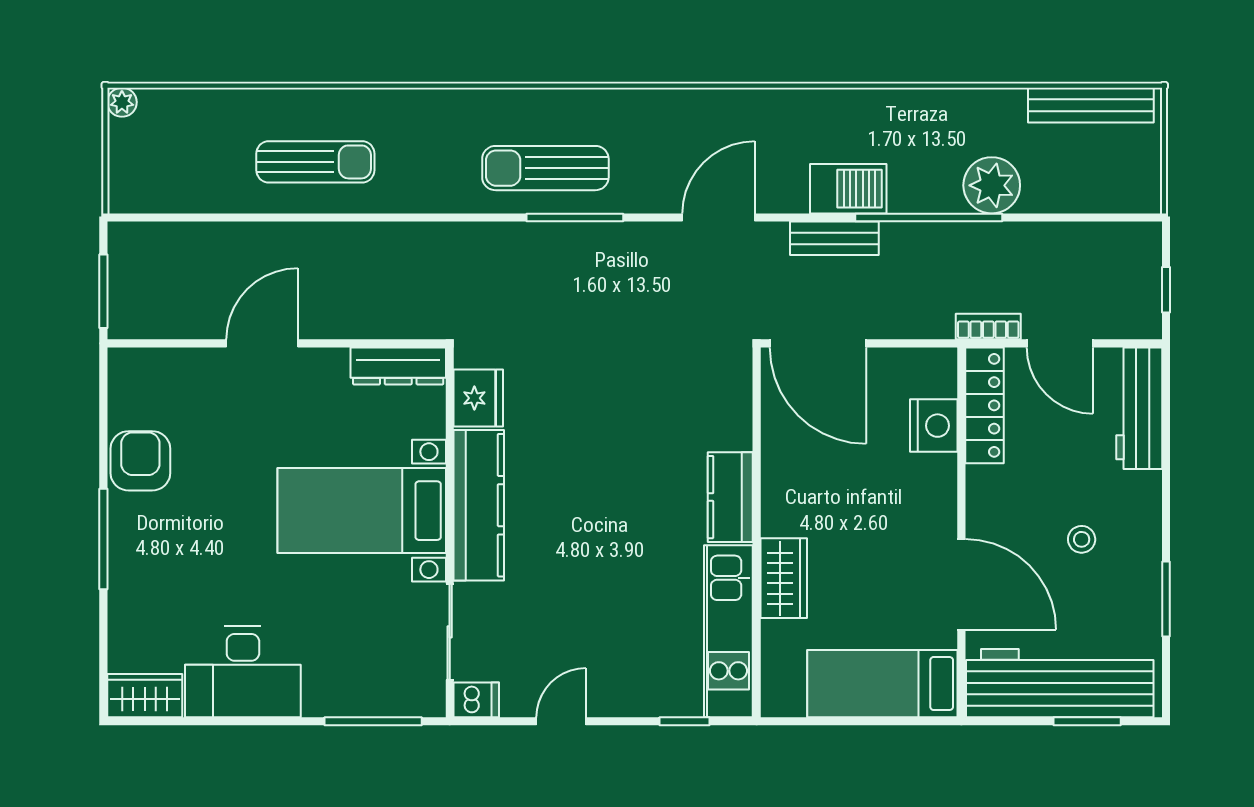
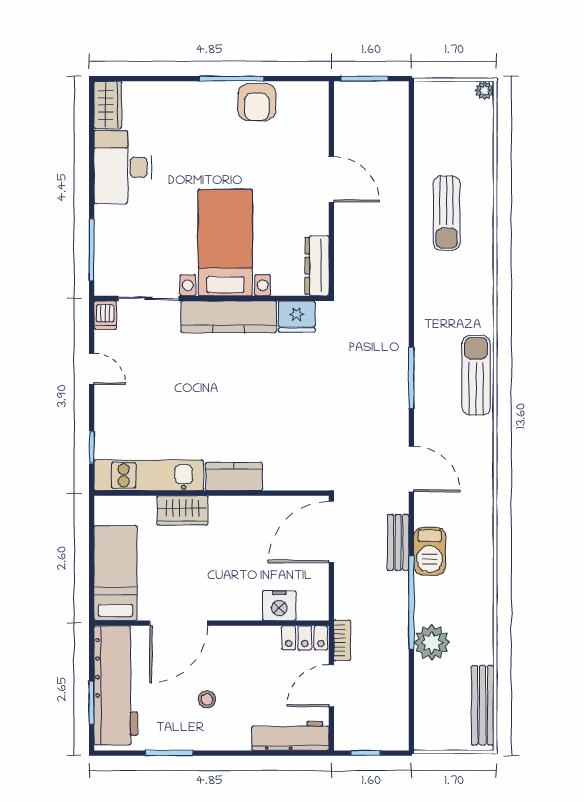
sun lounger: (545, 168) -> (476, 375), moved
locker: (984, 405) -> (305, 638), width x0.66
armchair: (140, 461) -> (257, 102), turned 90
window: (103, 539) -> (232, 79), moved

